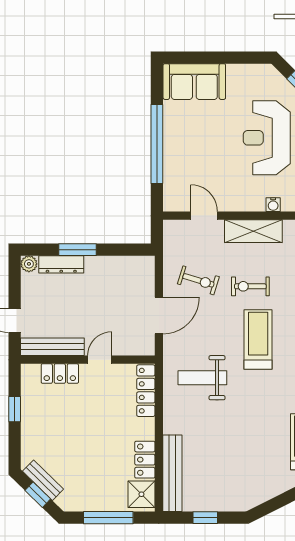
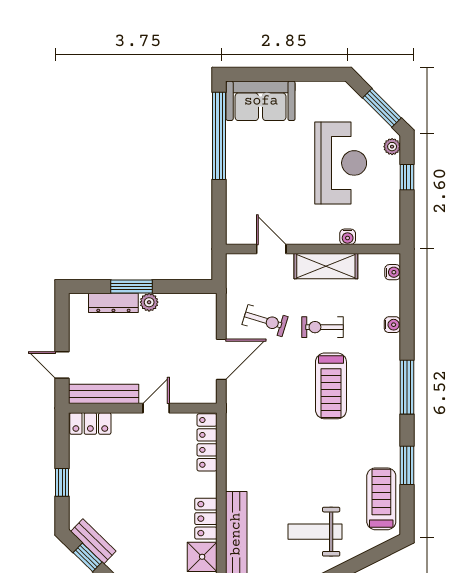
reception desk: (267, 138) -> (341, 163), turned 180
window: (157, 144) -> (219, 136), moved
plant: (29, 264) -> (149, 302), moved
treadmill: (258, 340) -> (331, 386), turned 180
locker: (60, 374) -> (90, 423), moved
weight bench: (202, 378) -> (315, 532), moved
window: (15, 409) -> (62, 482), moved

